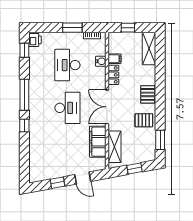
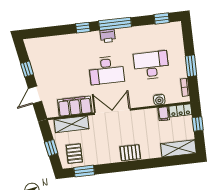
printer: (35, 40) -> (108, 36), moved
locker: (113, 75) -> (180, 110), moved
pallet: (144, 120) -> (74, 154), moved

